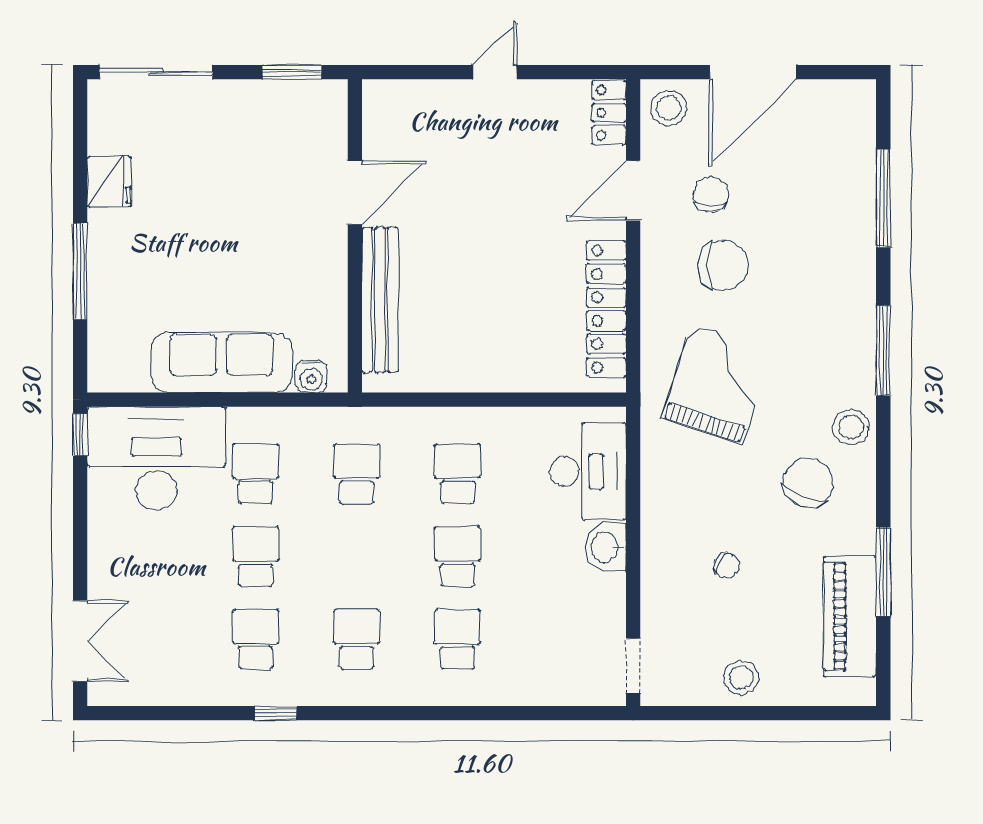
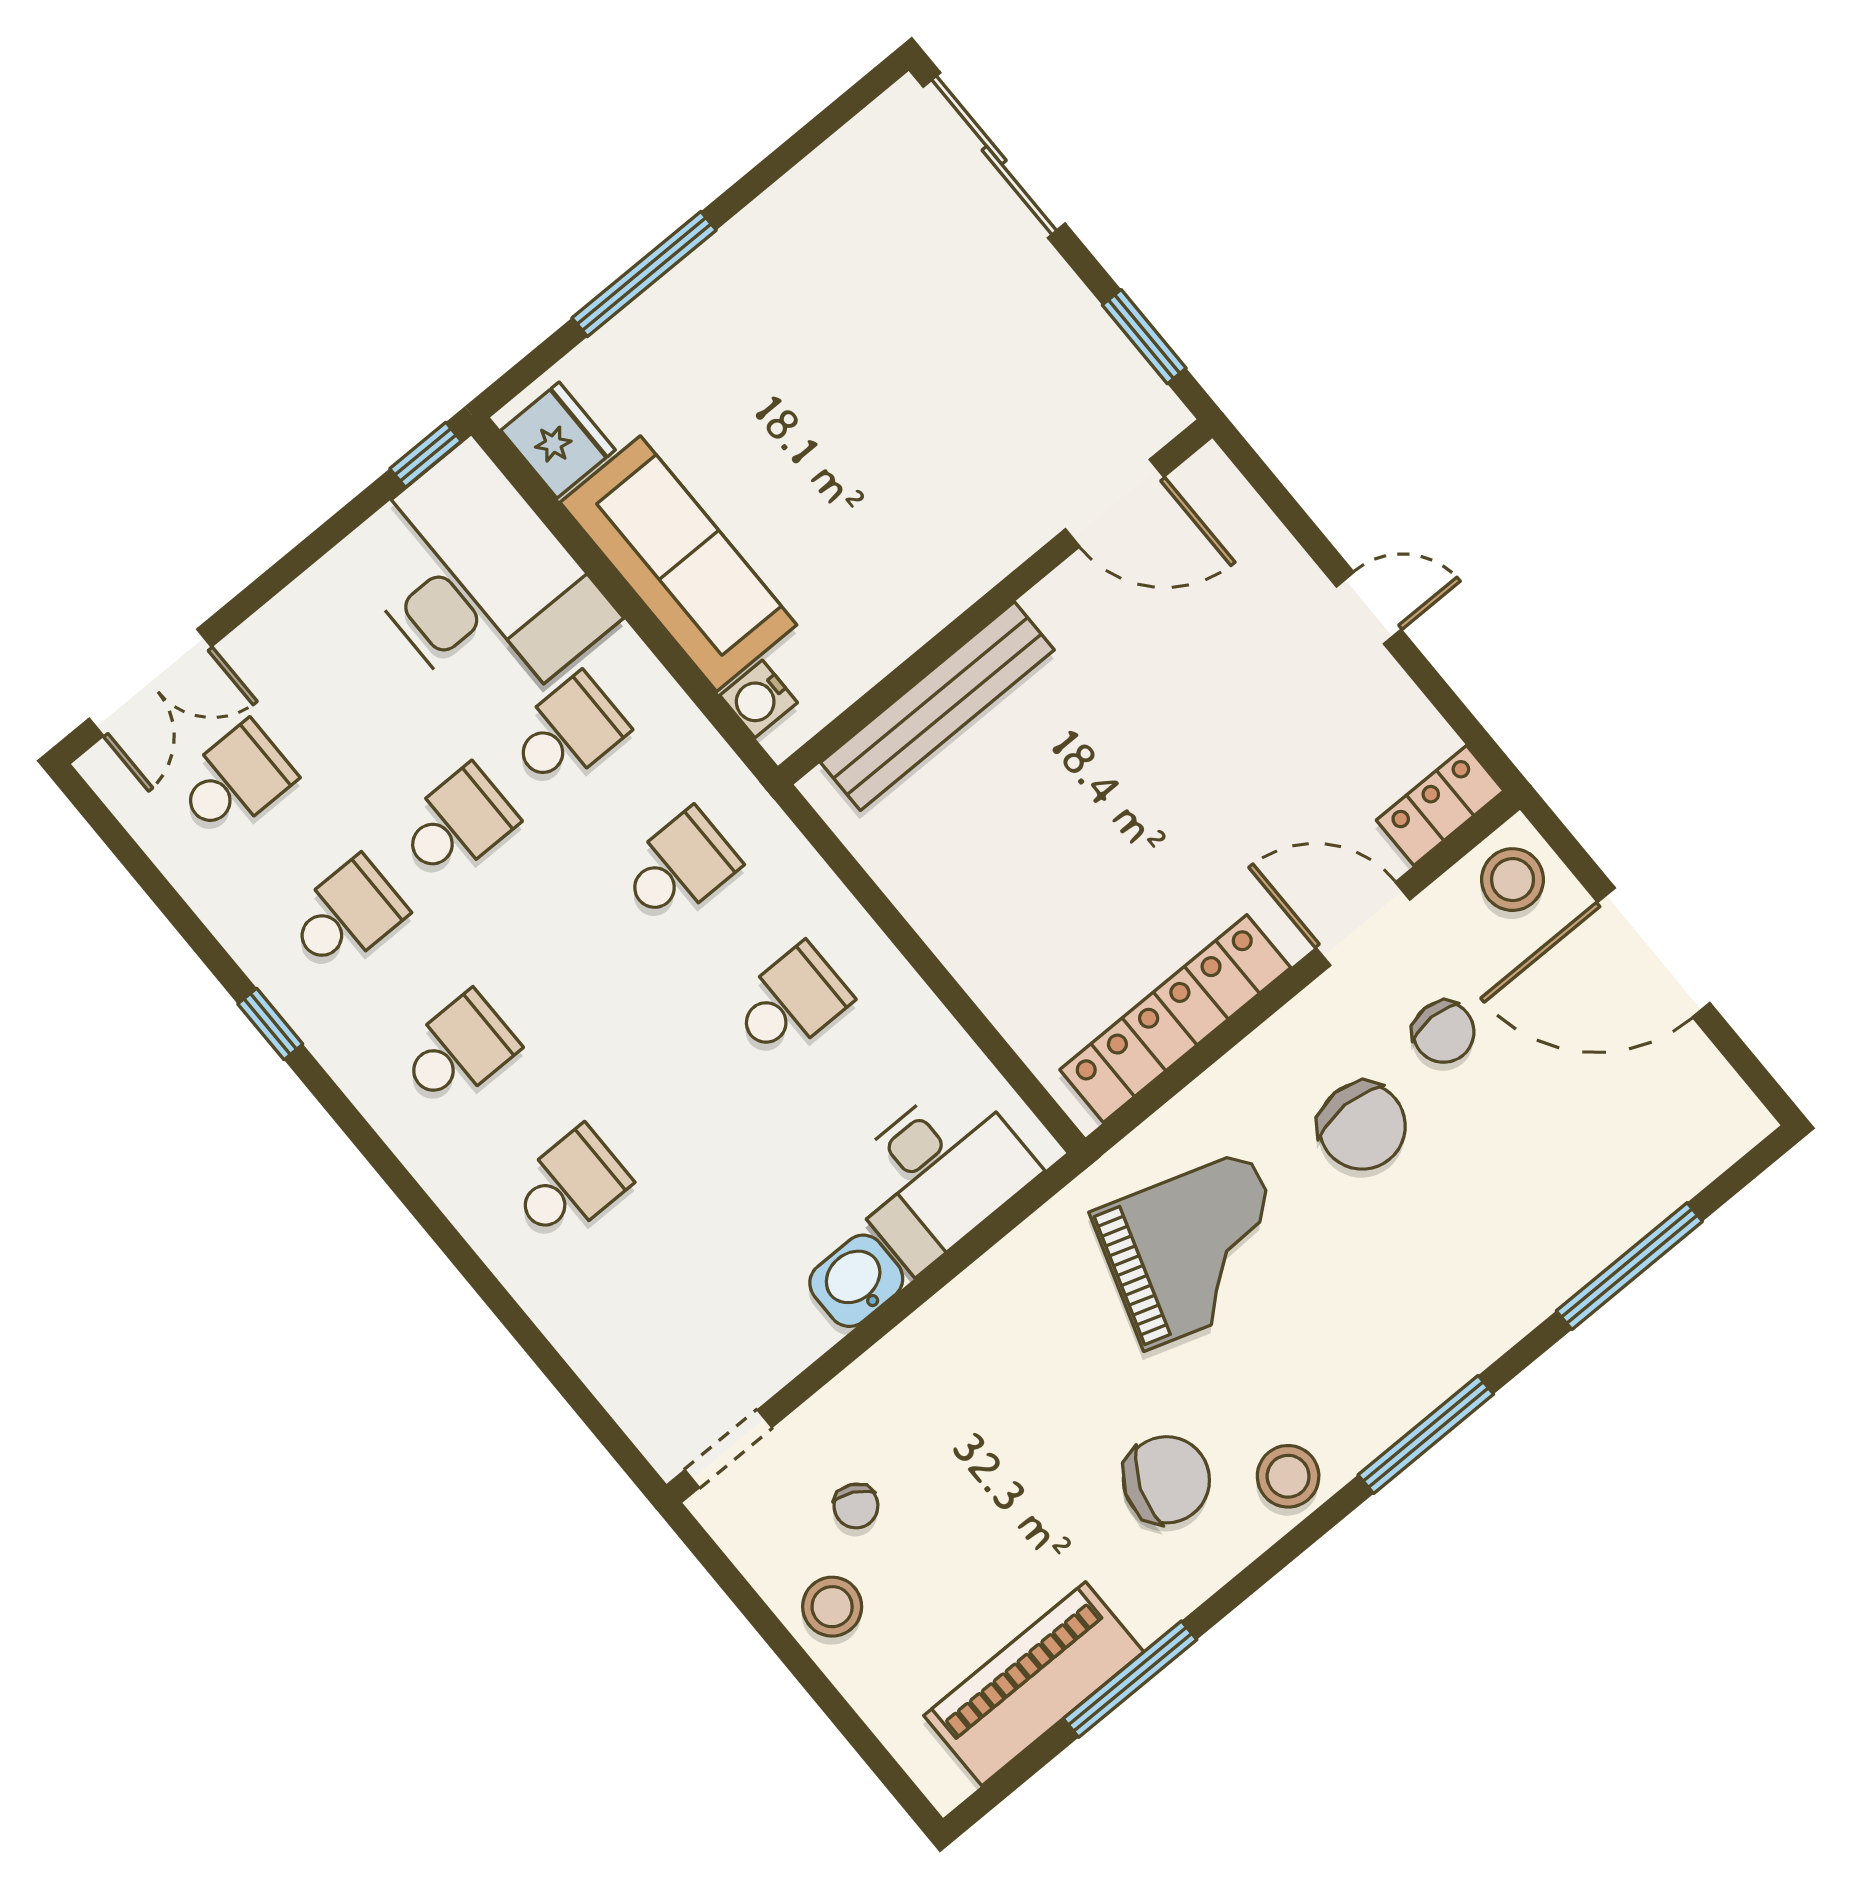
fridge: (109, 182) -> (558, 440), moved, turned -90
door: (355, 193) -> (1115, 503), moved
chair: (711, 195) -> (1444, 1032), turned 90
school desk: (458, 556) -> (235, 780), moved
chair: (727, 565) -> (856, 1506), moved

